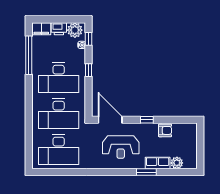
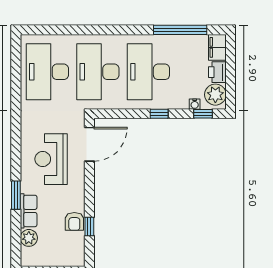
window: (147, 120) -> (89, 227), moved

